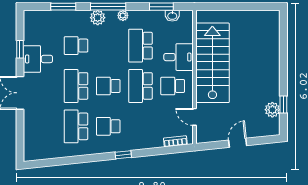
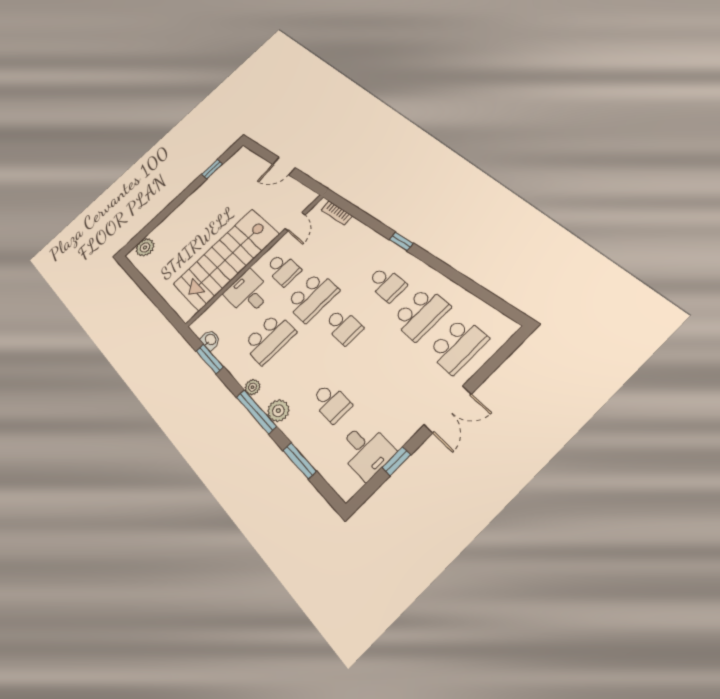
desk: (38, 59) -> (366, 450), moved
school desk: (76, 86) -> (458, 345), moved
plant: (272, 110) -> (145, 247), moved

